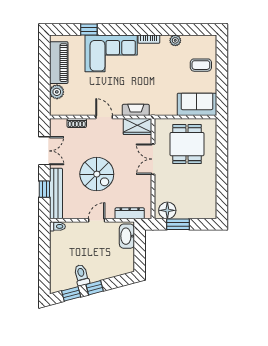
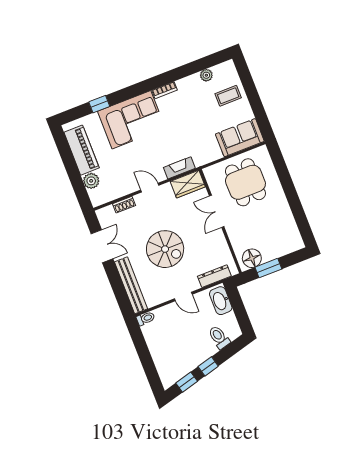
plant: (175, 40) -> (206, 75), moved
window: (44, 189) -> (117, 285), removed
door: (97, 220) -> (183, 297), swing flipped
toilet: (82, 275) -> (219, 337), moved

